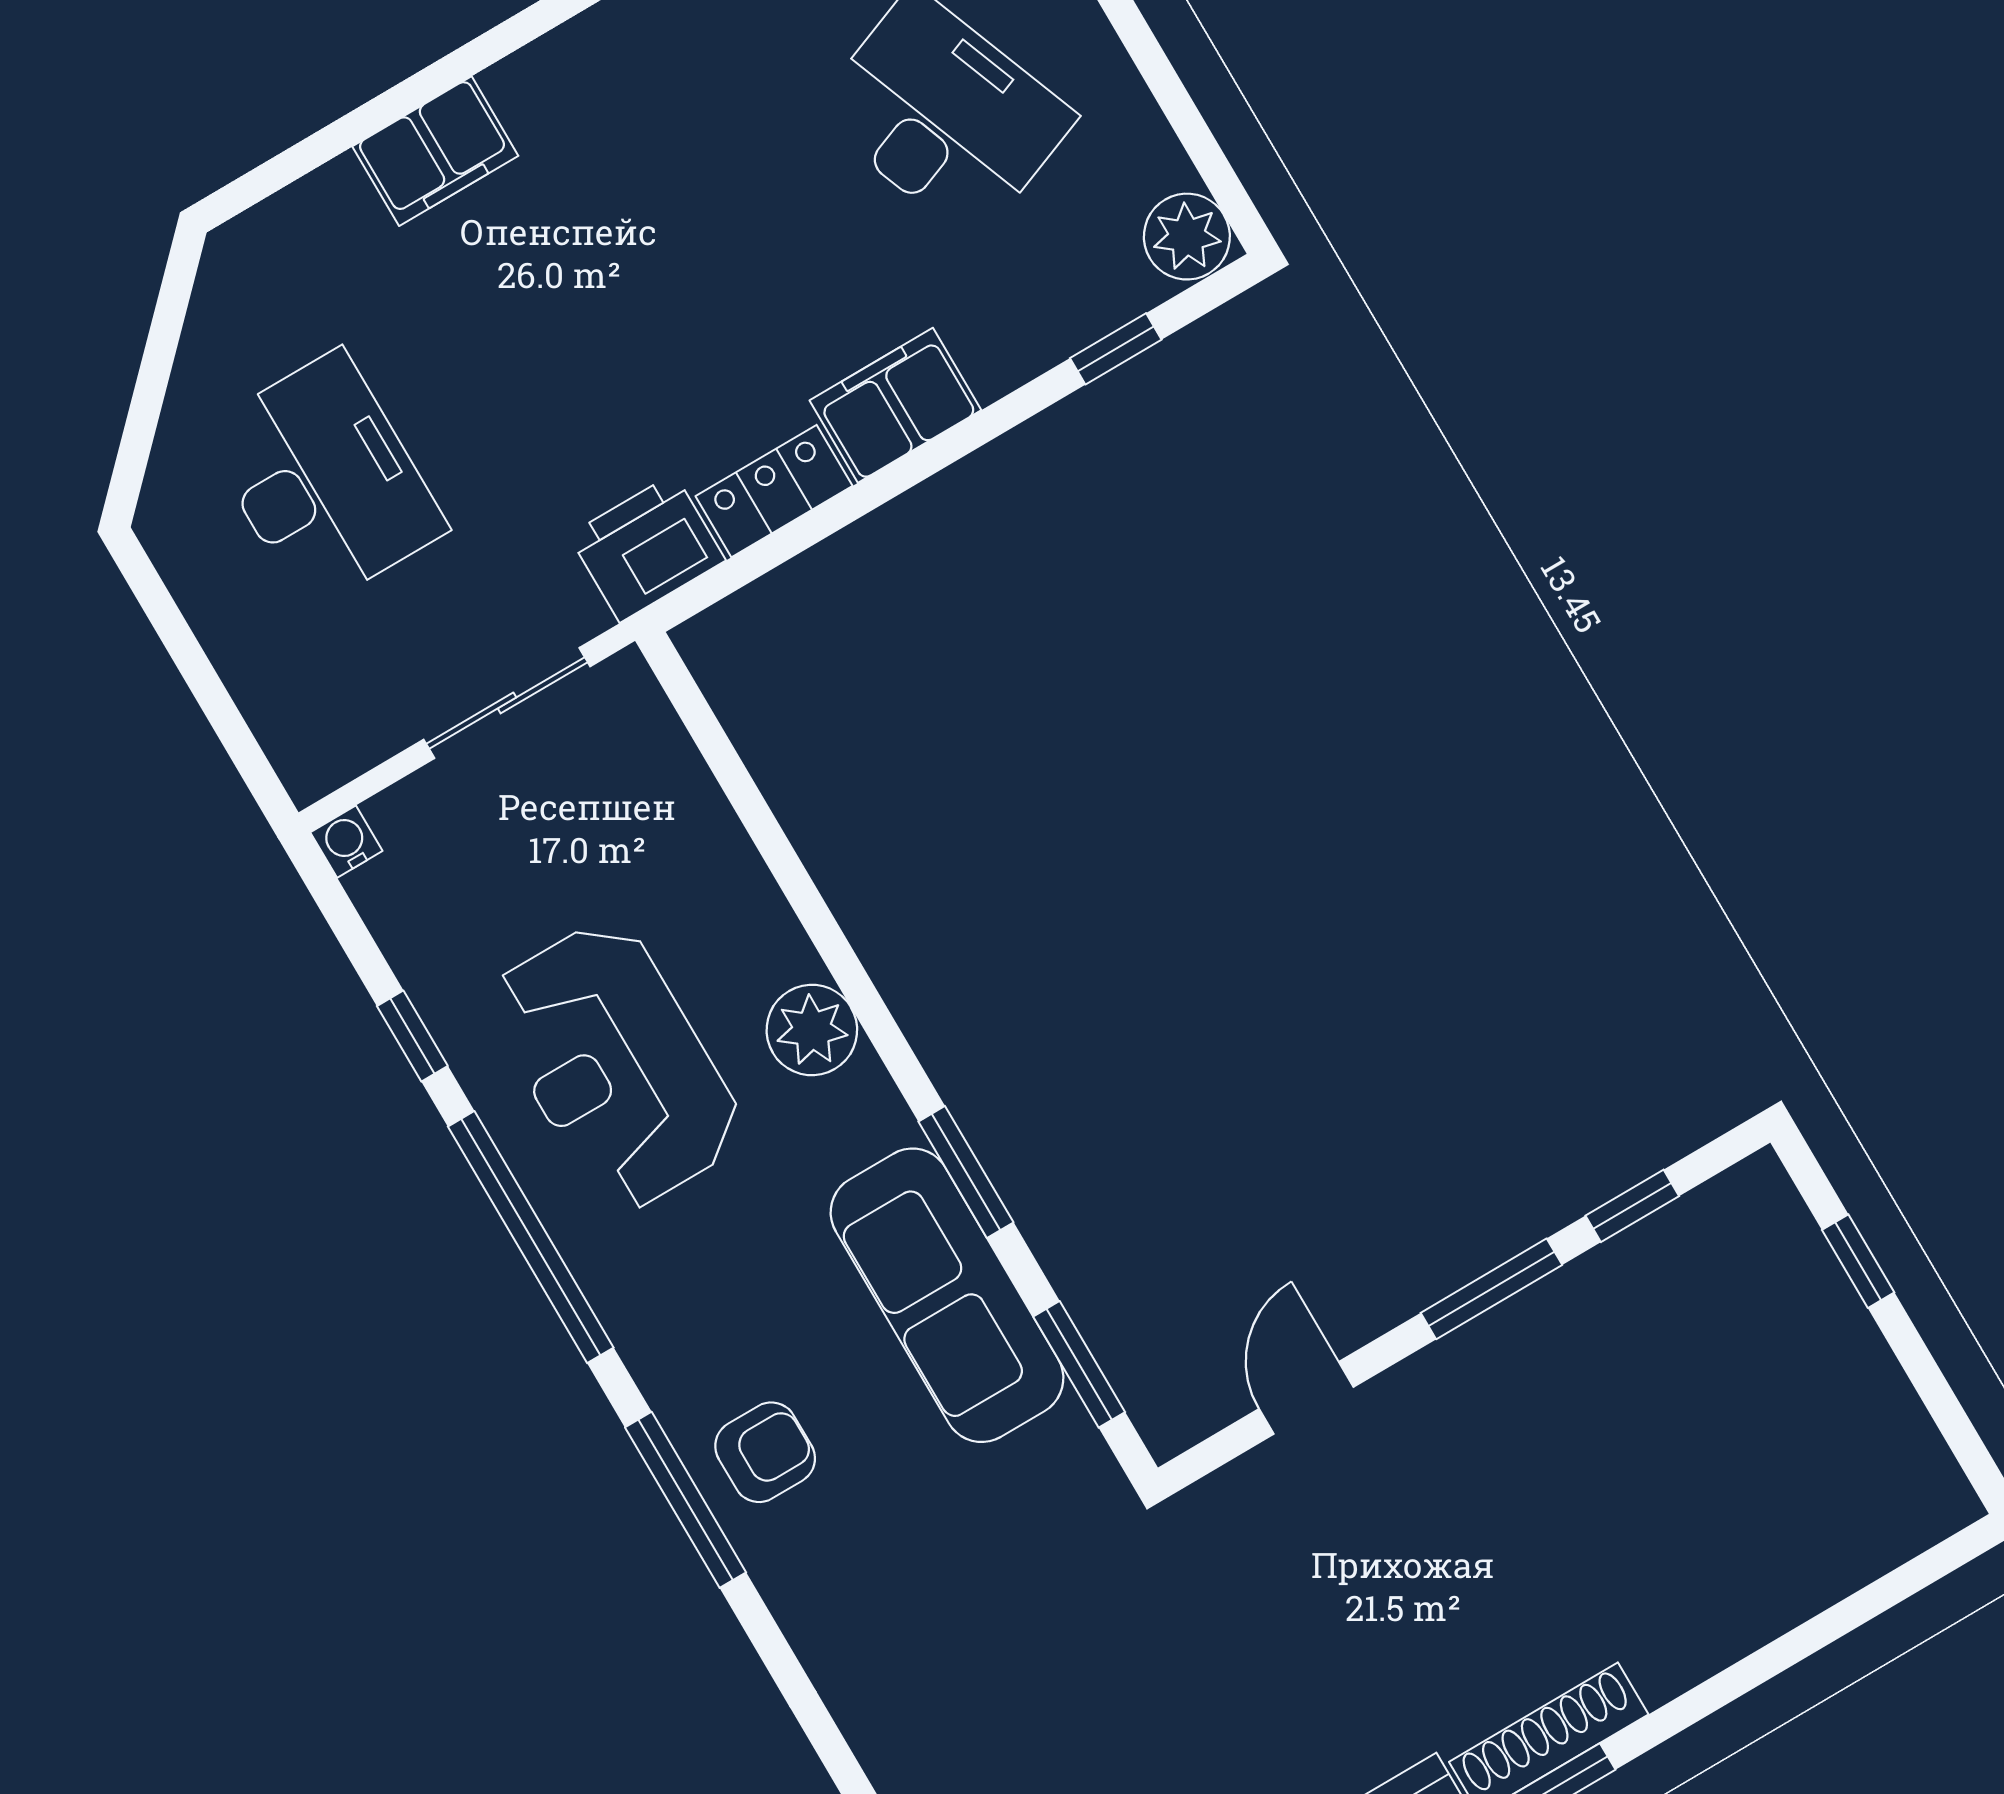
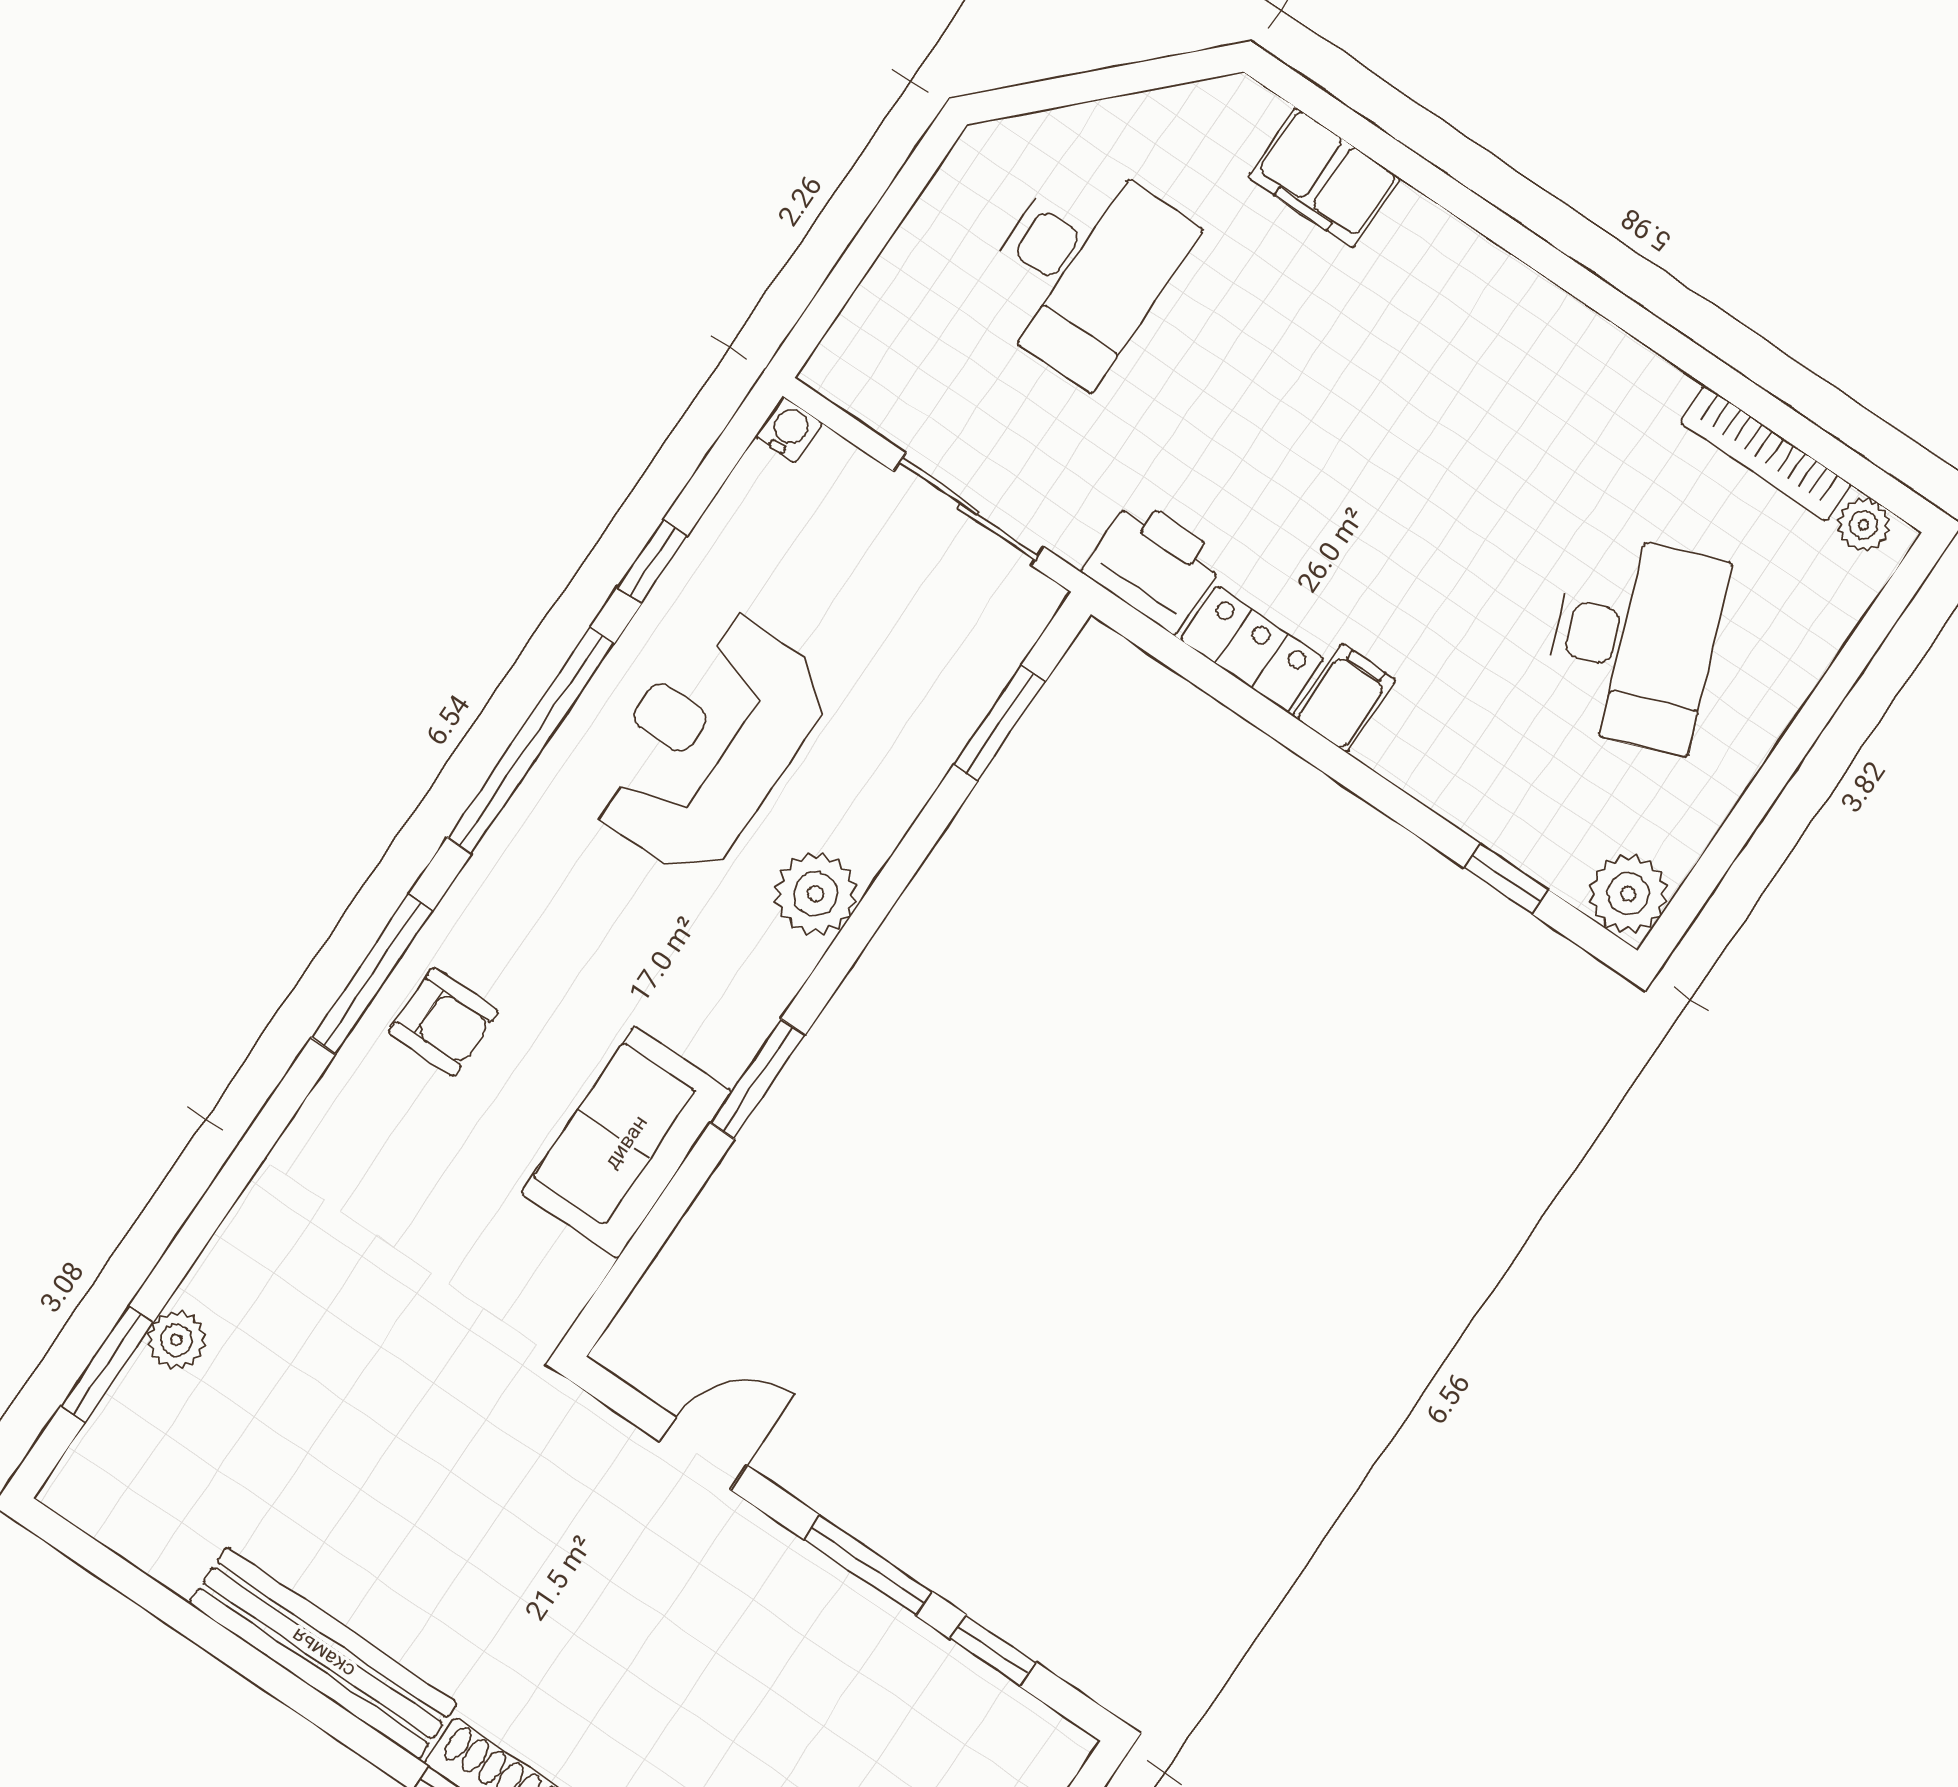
filing cabinet: (435, 151) -> (1324, 178), moved
filing cabinet: (895, 405) -> (1344, 698), width x0.50
sofa: (947, 1295) -> (626, 1142), width x0.73
window: (1079, 1364) -> (999, 723), moved

